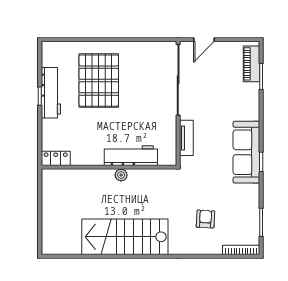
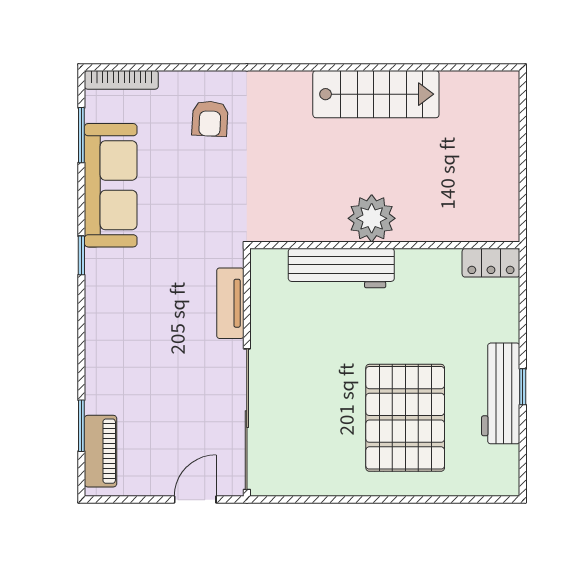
sofa: (246, 152) -> (111, 185), moved
plant: (121, 175) -> (372, 218), width x1.88, depth x1.88
armchair: (205, 219) -> (210, 119), moved
stairs: (125, 237) -> (376, 94), width x0.73, depth x0.66

